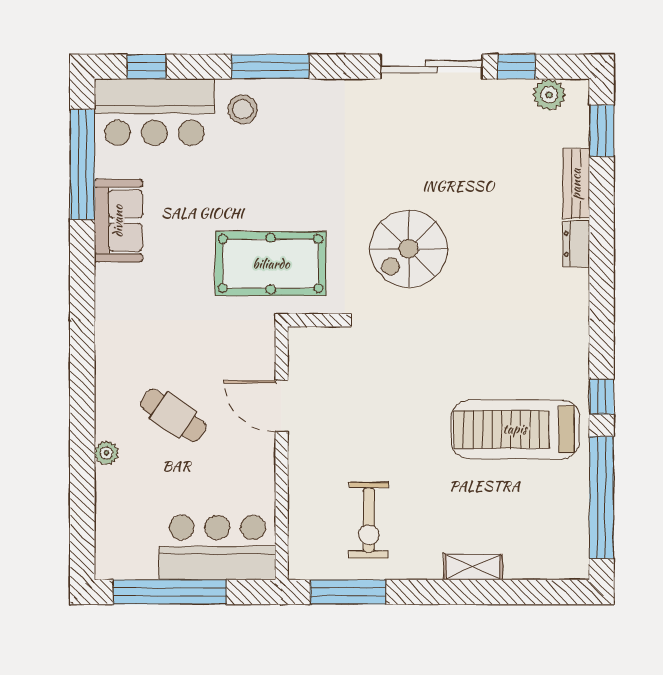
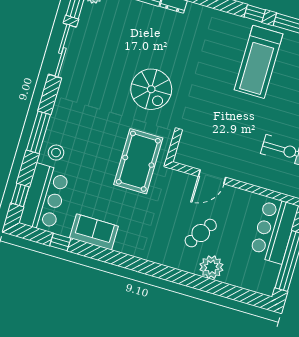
window: (82, 165) -> (60, 242), width x0.32
plant: (106, 453) -> (211, 267), width x1.87, depth x1.87

